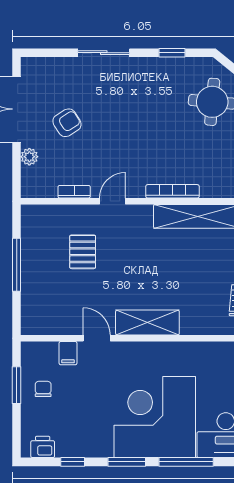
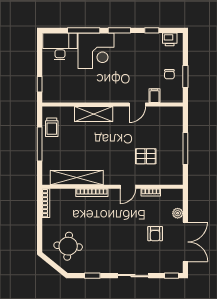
window: (40, 53) -> (171, 276), added
armchair: (67, 123) -> (155, 234), turned -57
pallet: (83, 252) -> (146, 156), turned 90
shelving: (147, 322) -> (94, 114), moved
door: (97, 338) -> (137, 105), hinge flipped
corner desk: (155, 417) -> (96, 51), width x0.74, depth x0.74

